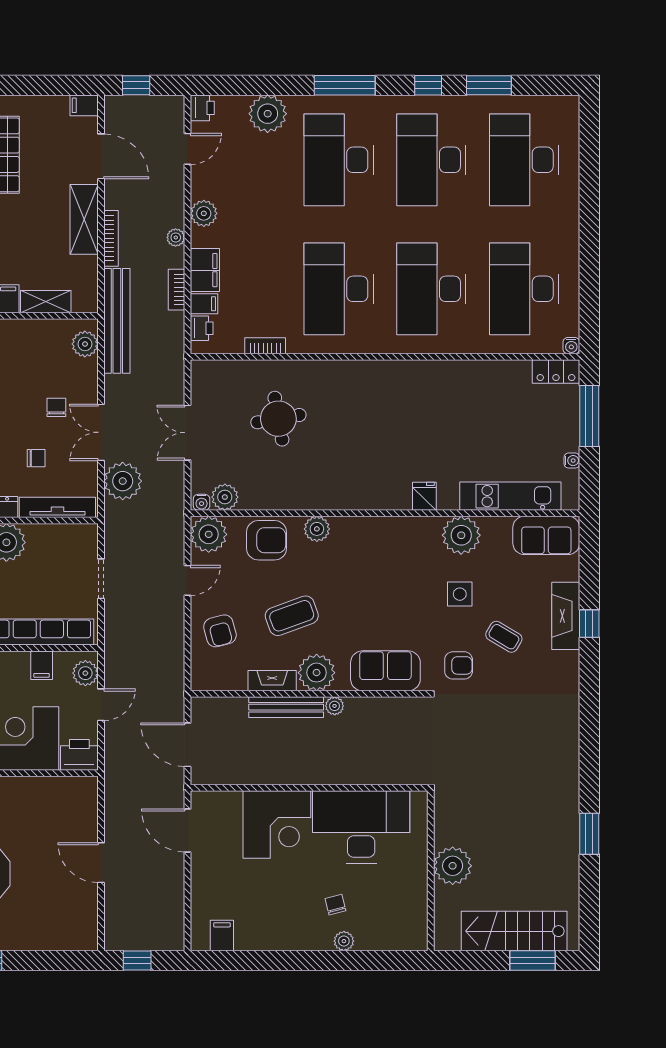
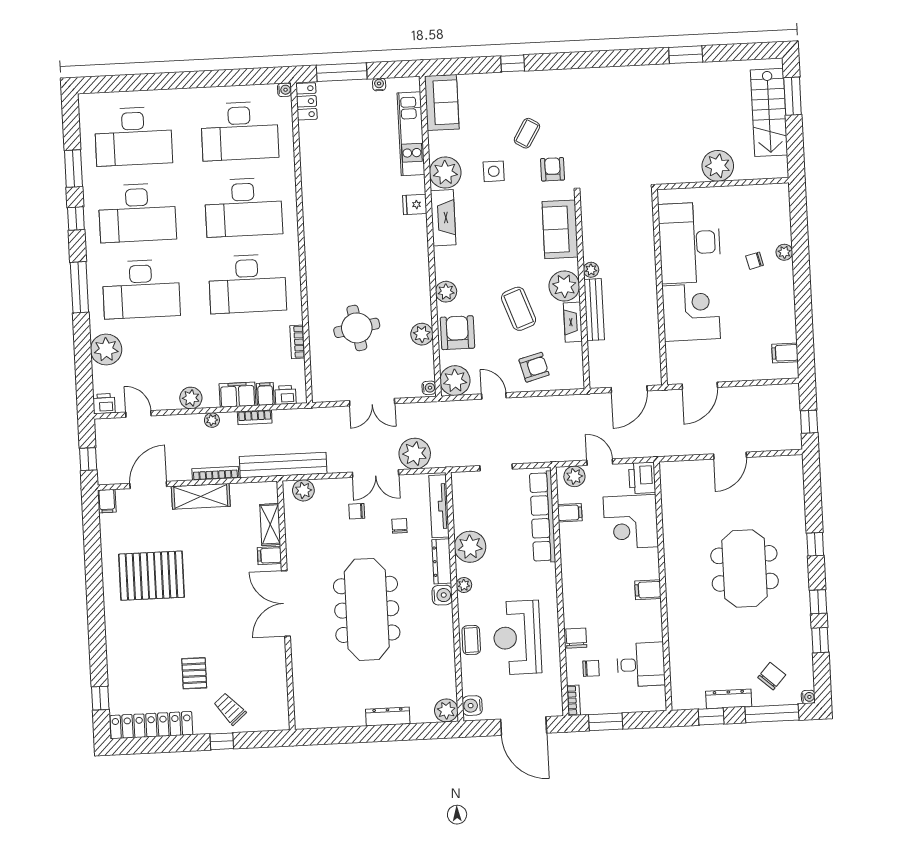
plant: (225, 497) -> (422, 334), moved
fireplace: (566, 616) -> (443, 218), moved, turned -90

